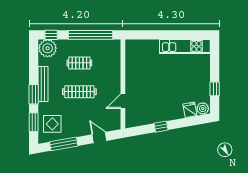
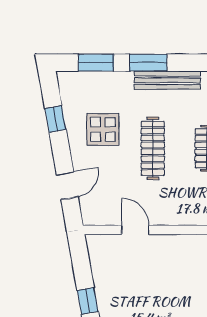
display table: (52, 124) -> (103, 129), moved
window: (64, 144) -> (55, 119), width x0.46

